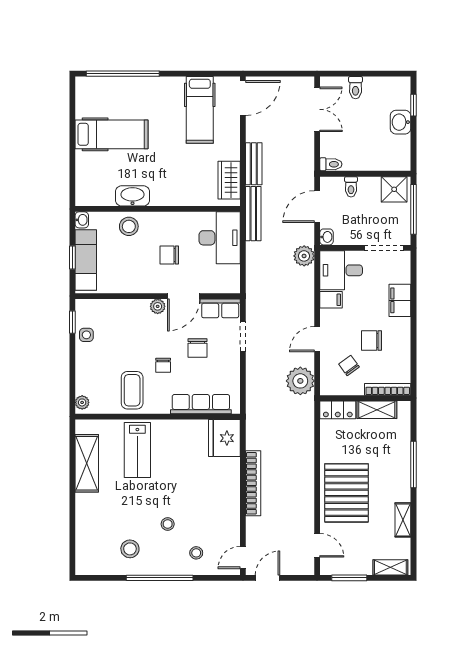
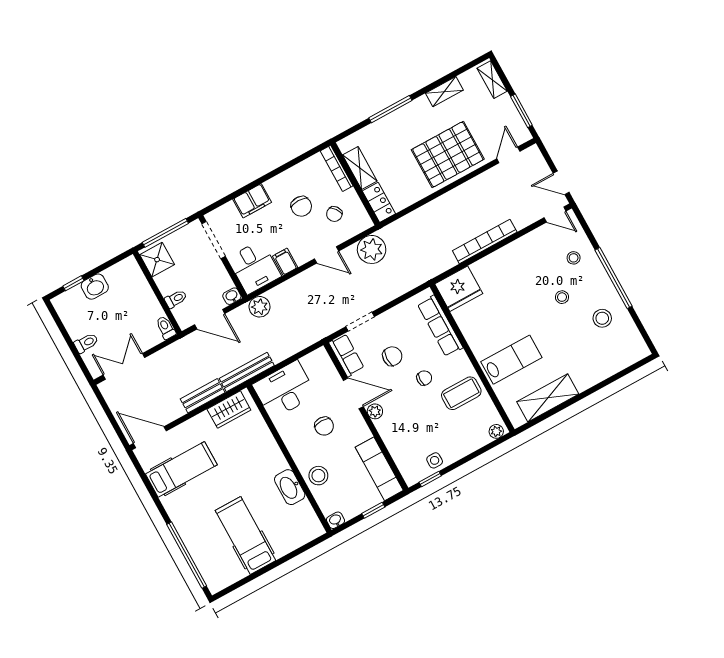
exam couch: (86, 260) -> (379, 469), moved, turned -90

